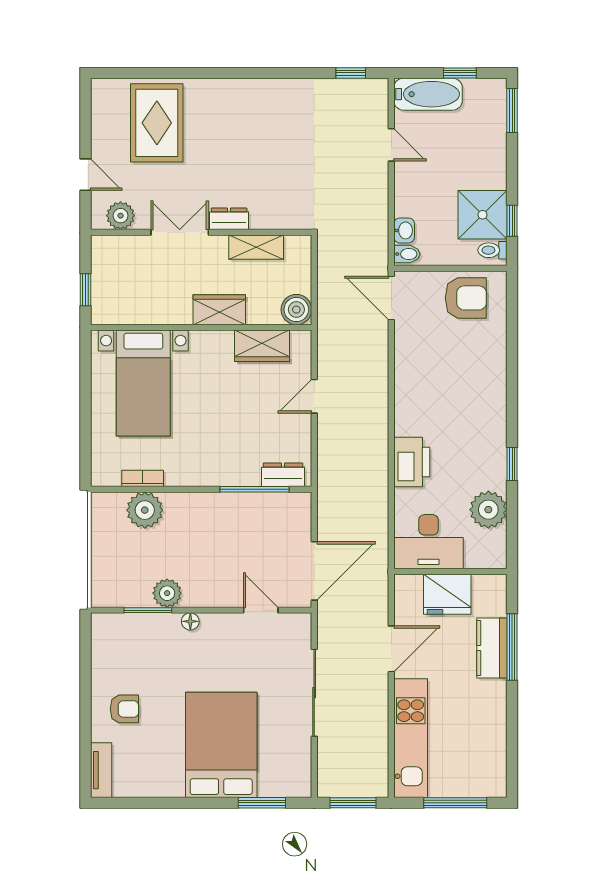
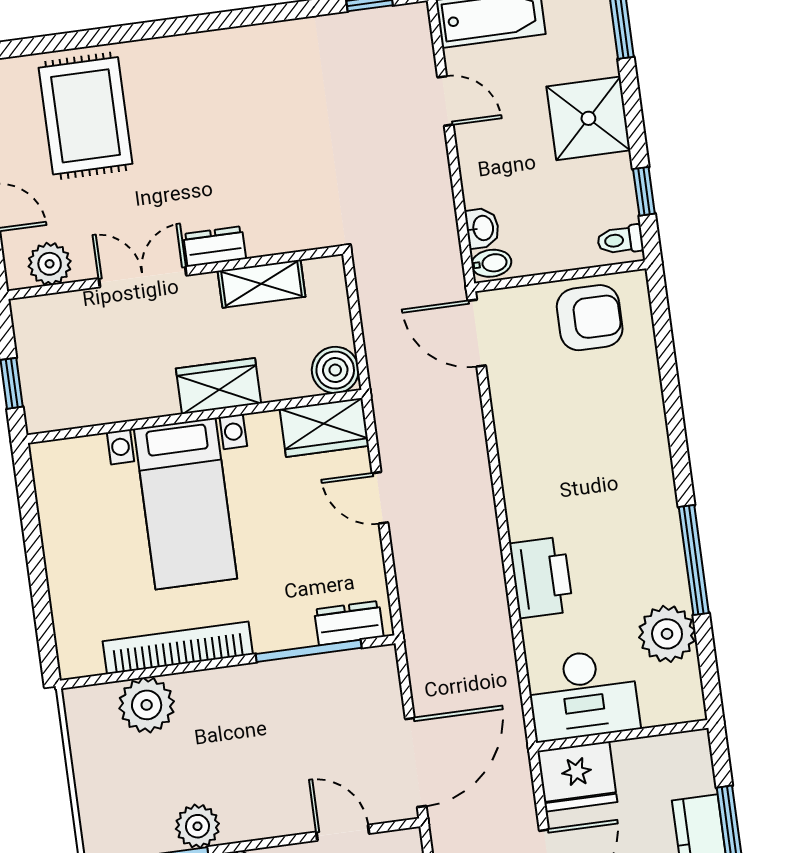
shower: (483, 215) -> (588, 118), moved
wardrobe: (262, 346) -> (324, 427), moved
bed with nightstands: (143, 383) -> (186, 504), moved
door: (314, 396) -> (380, 498), hinge flipped
window: (512, 464) -> (694, 560), width x2.17
bookcase: (143, 478) -> (178, 648), width x2.31, depth x1.31
fridge: (447, 594) -> (577, 776), moved

